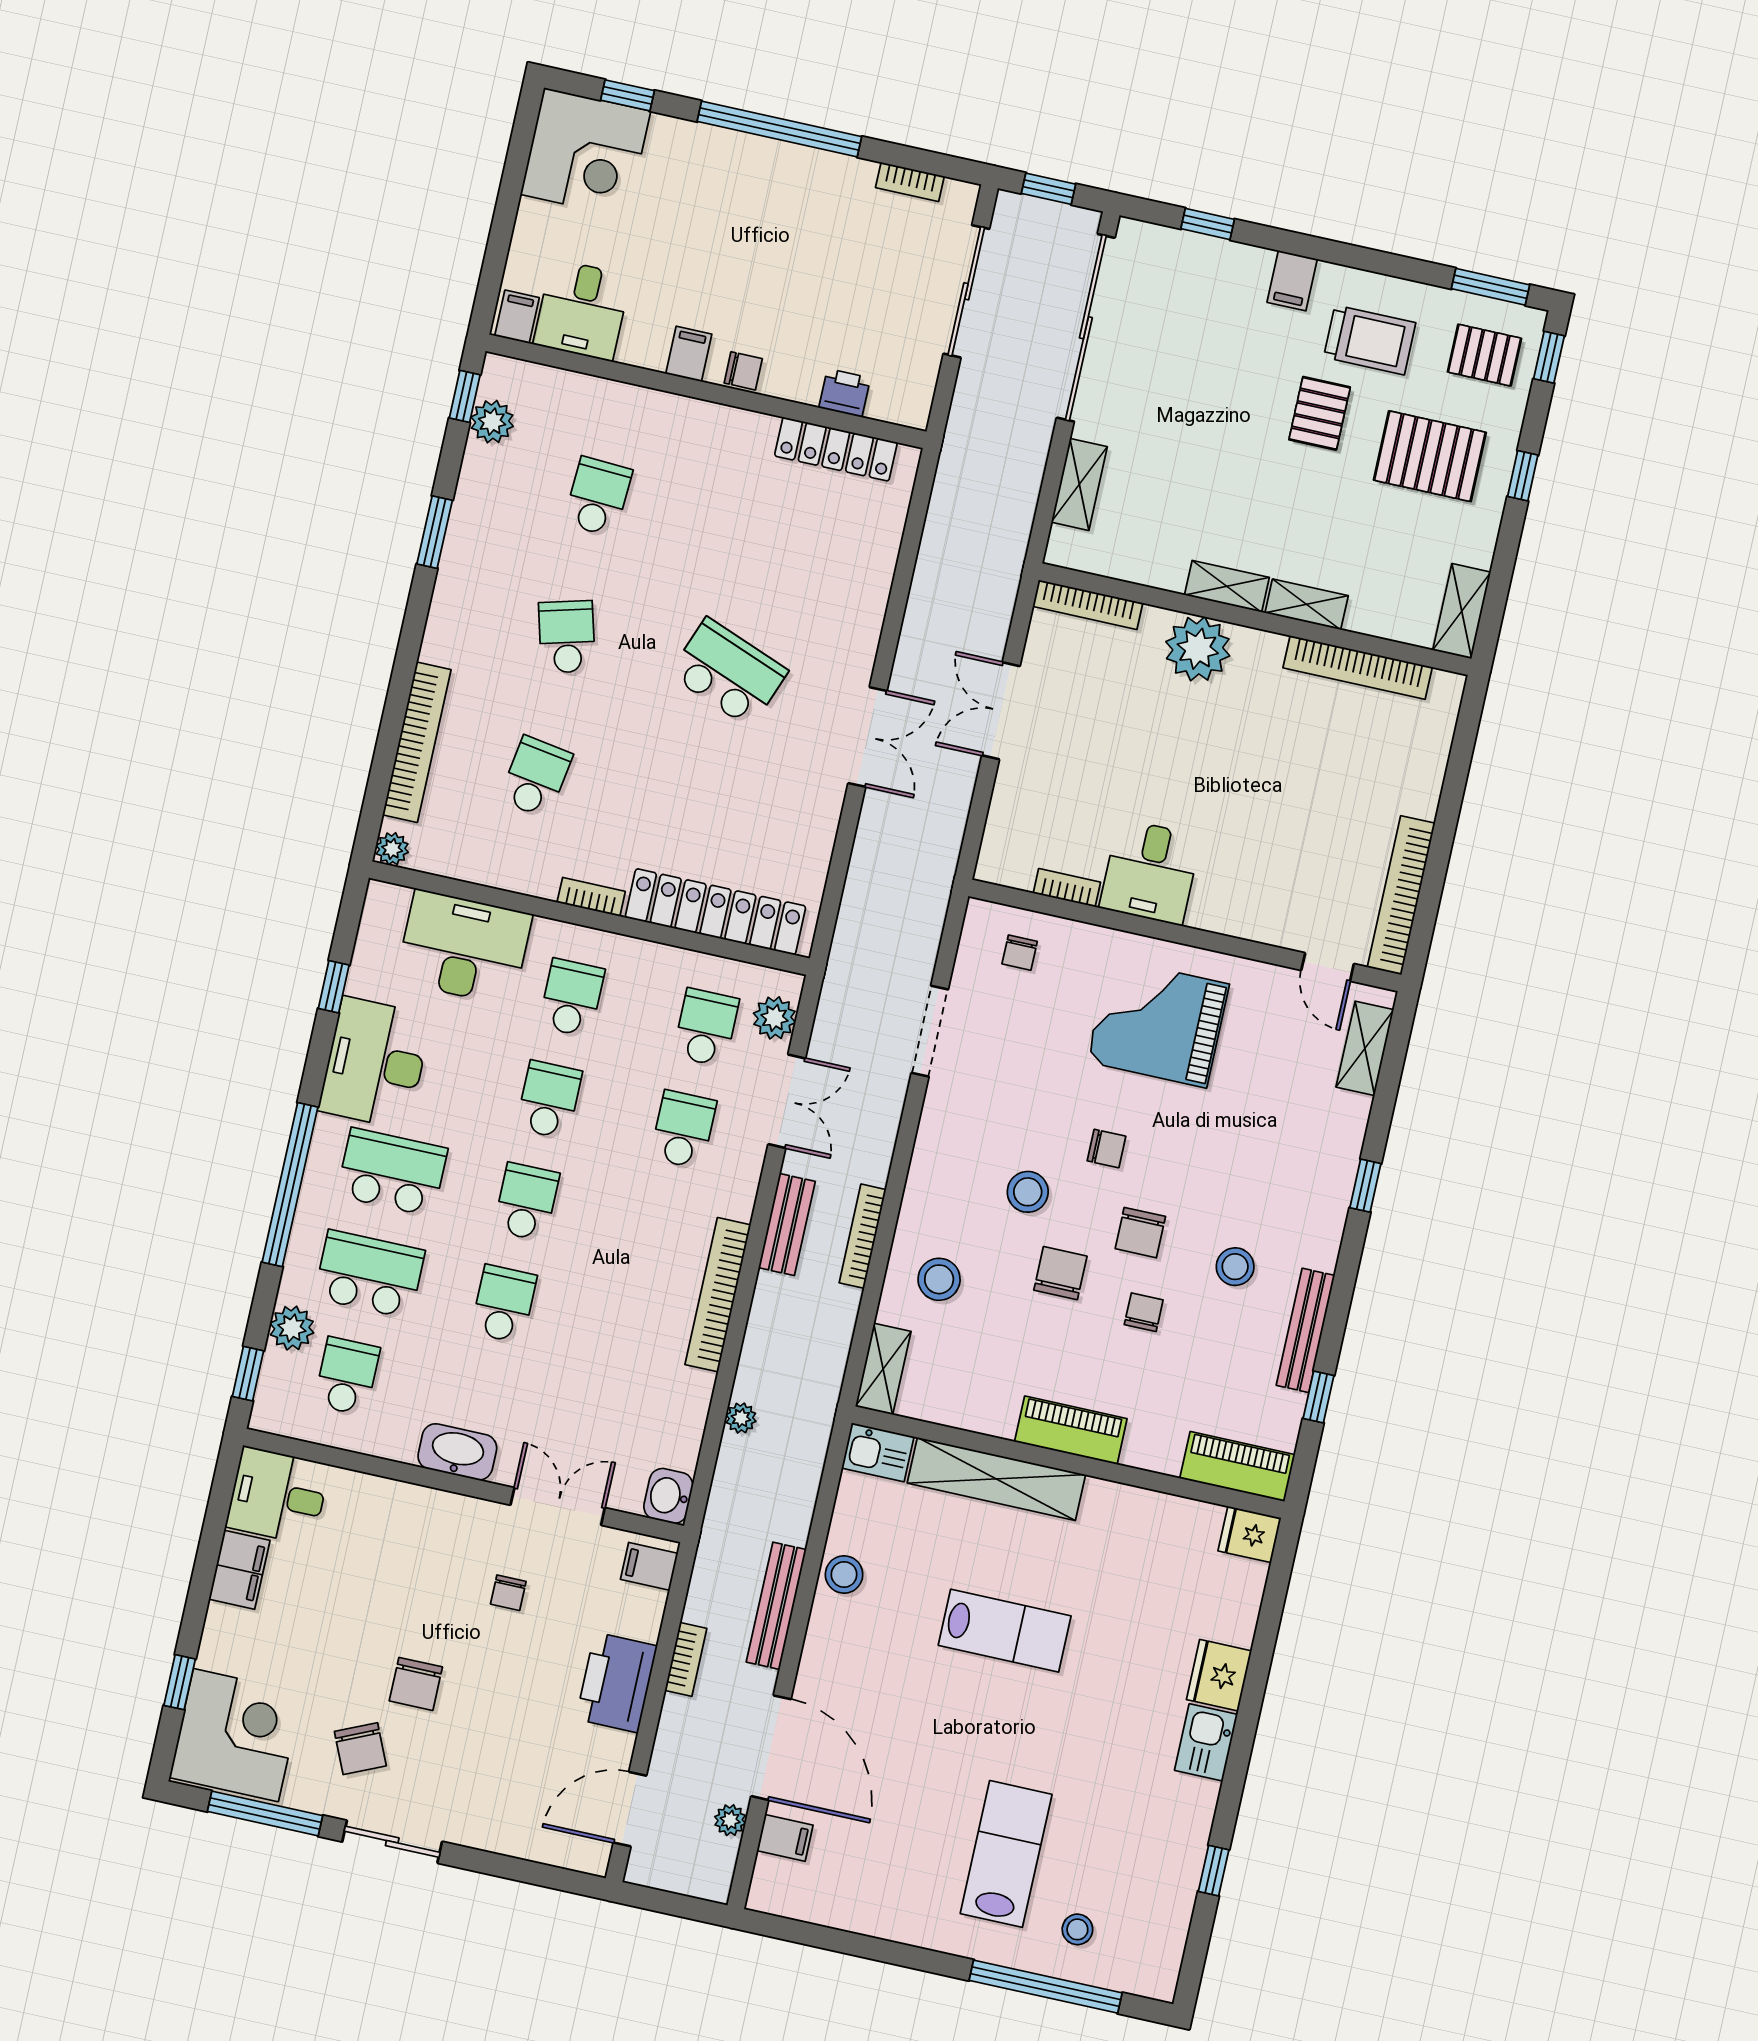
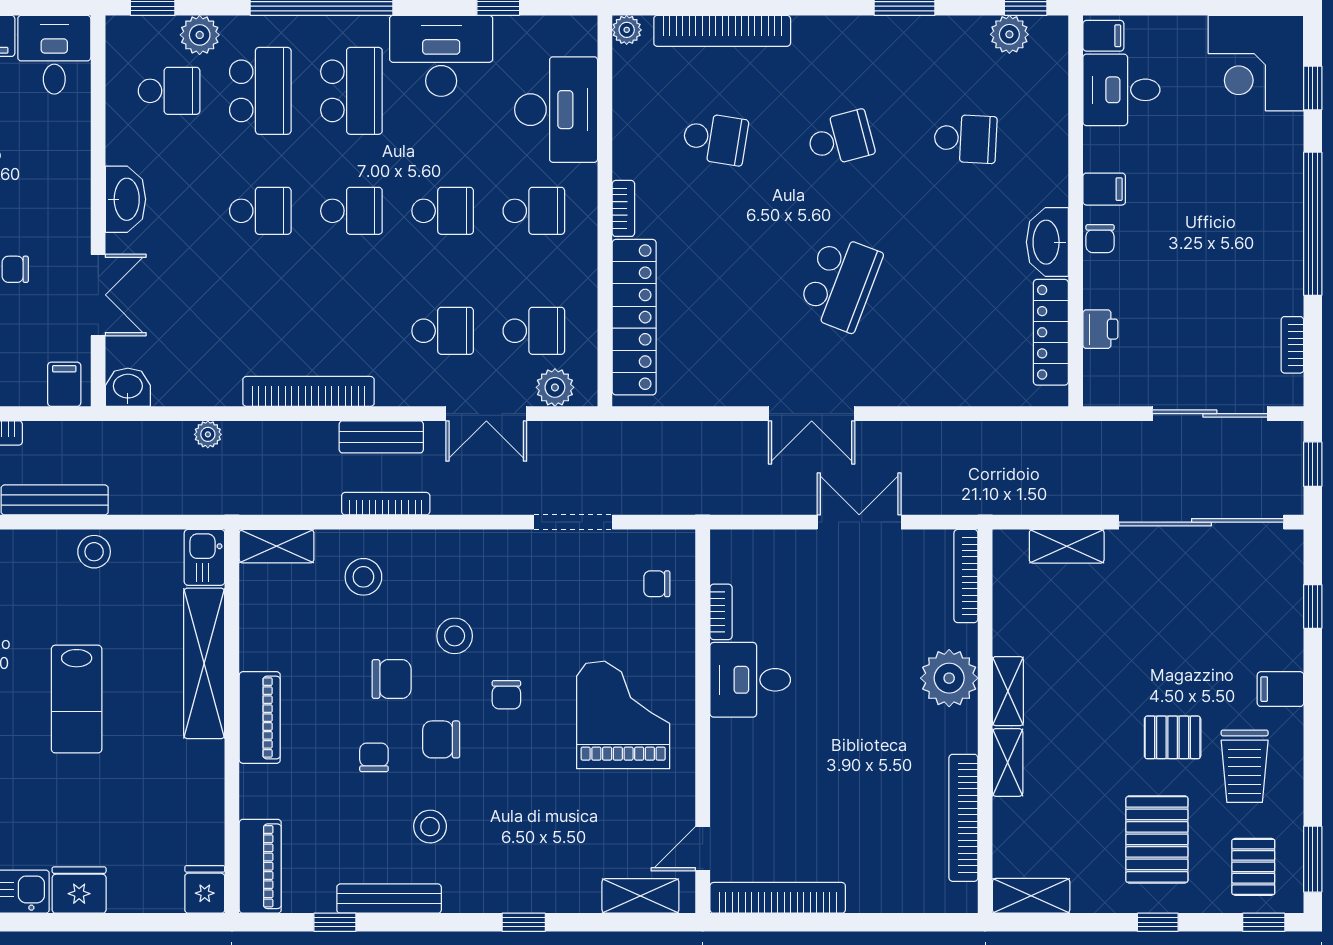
washbasin: (734, 431) -> (1047, 242), added
chair: (1144, 1312) -> (374, 757), turned -90

